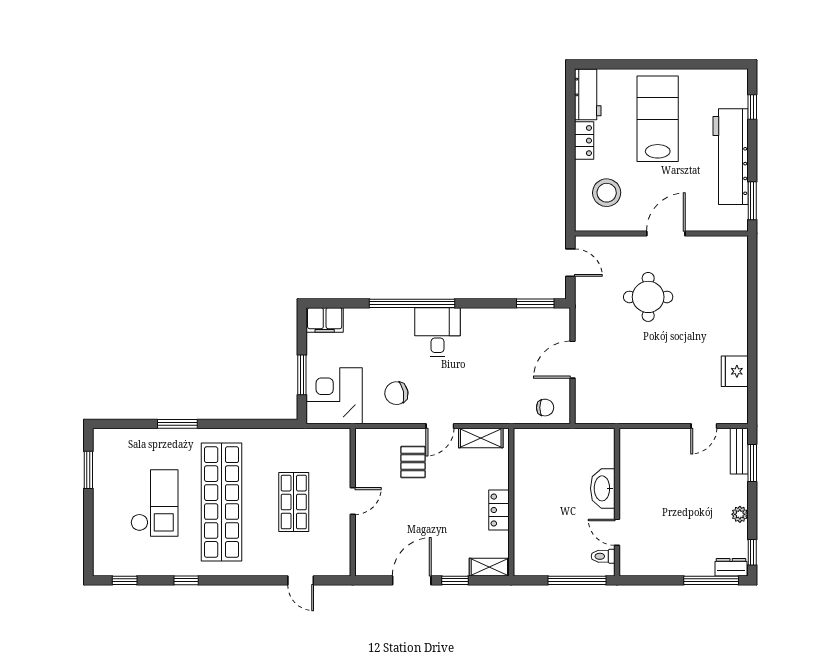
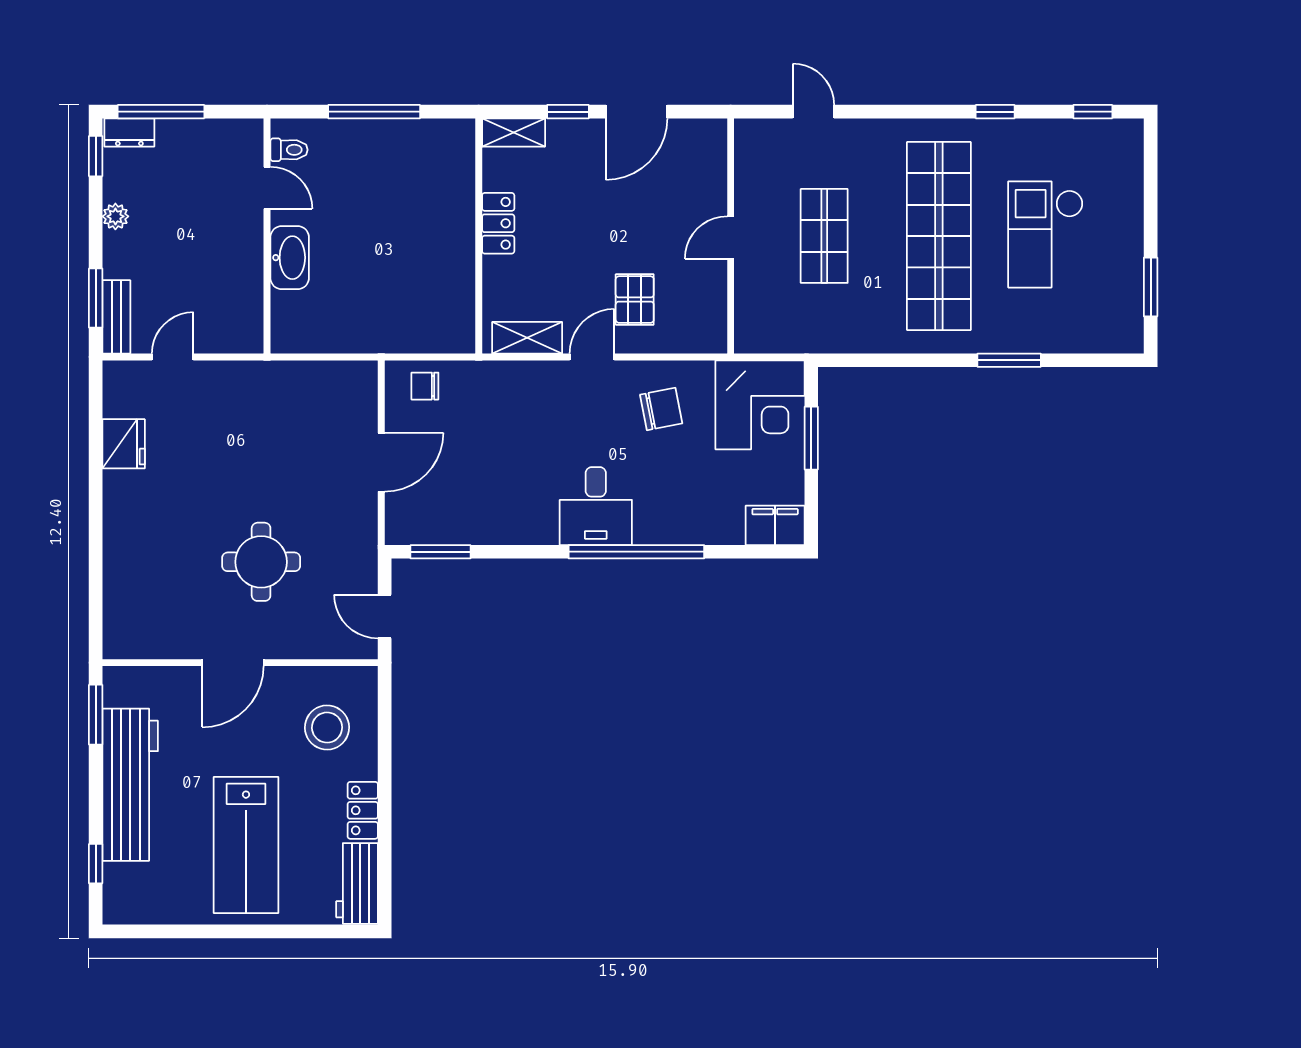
washbasin: (603, 488) -> (290, 258), moved
wall: (617, 502) -> (267, 236), moved
door: (617, 532) -> (267, 188), moved
toilet: (603, 556) -> (289, 150), moved

